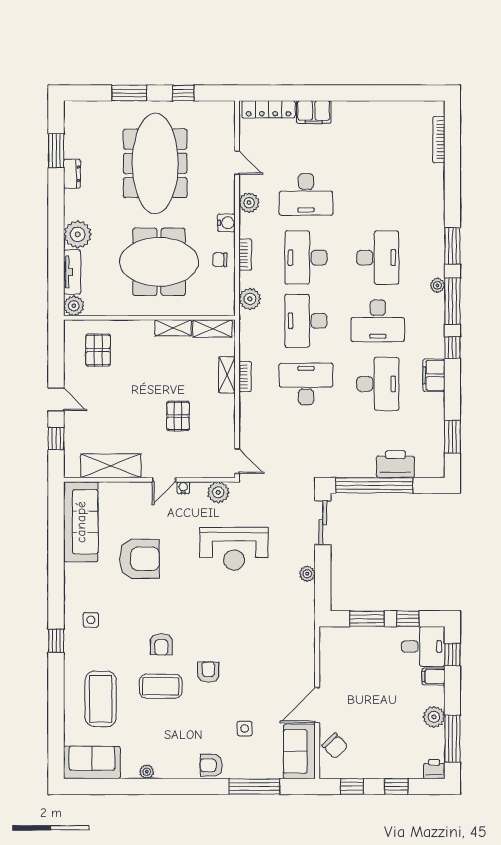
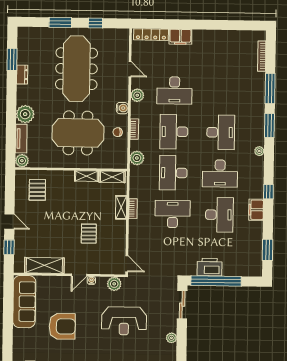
window: (452, 301) -> (270, 89), moved
printer: (395, 464) -> (210, 267), moved

